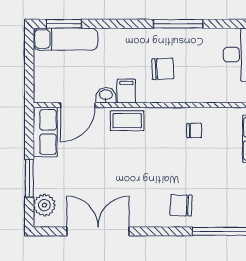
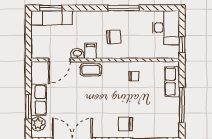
row of seats: (45, 132) -> (39, 100), moved

